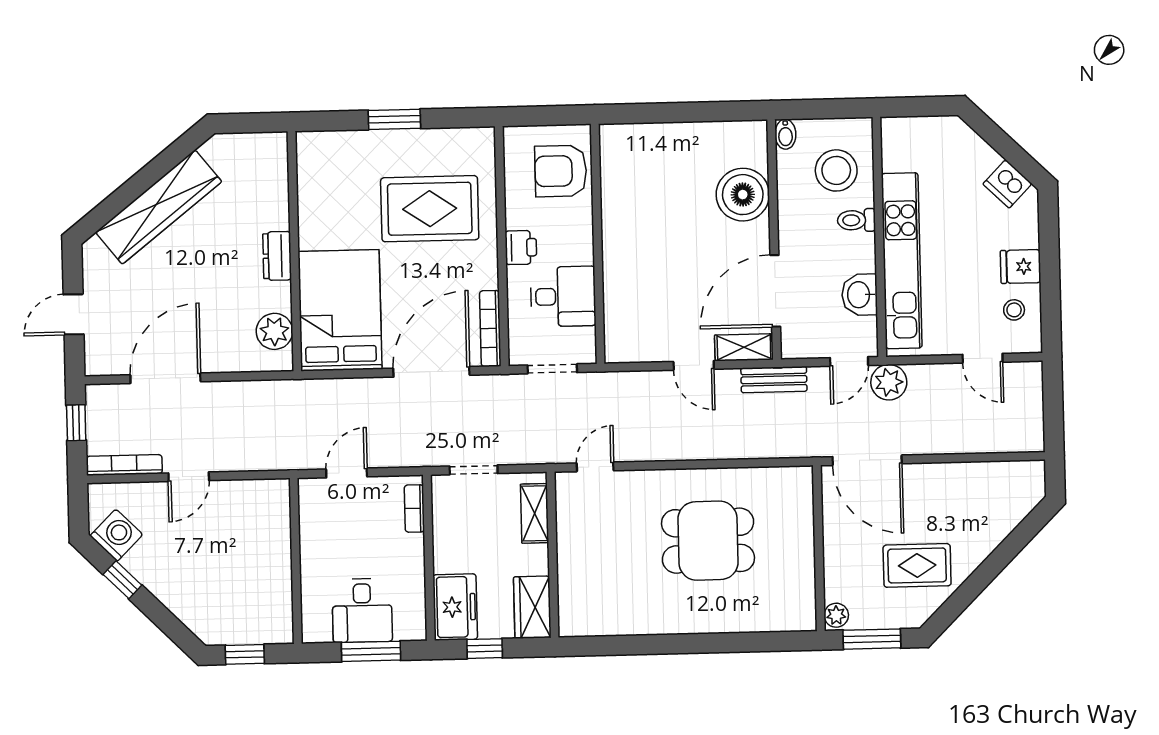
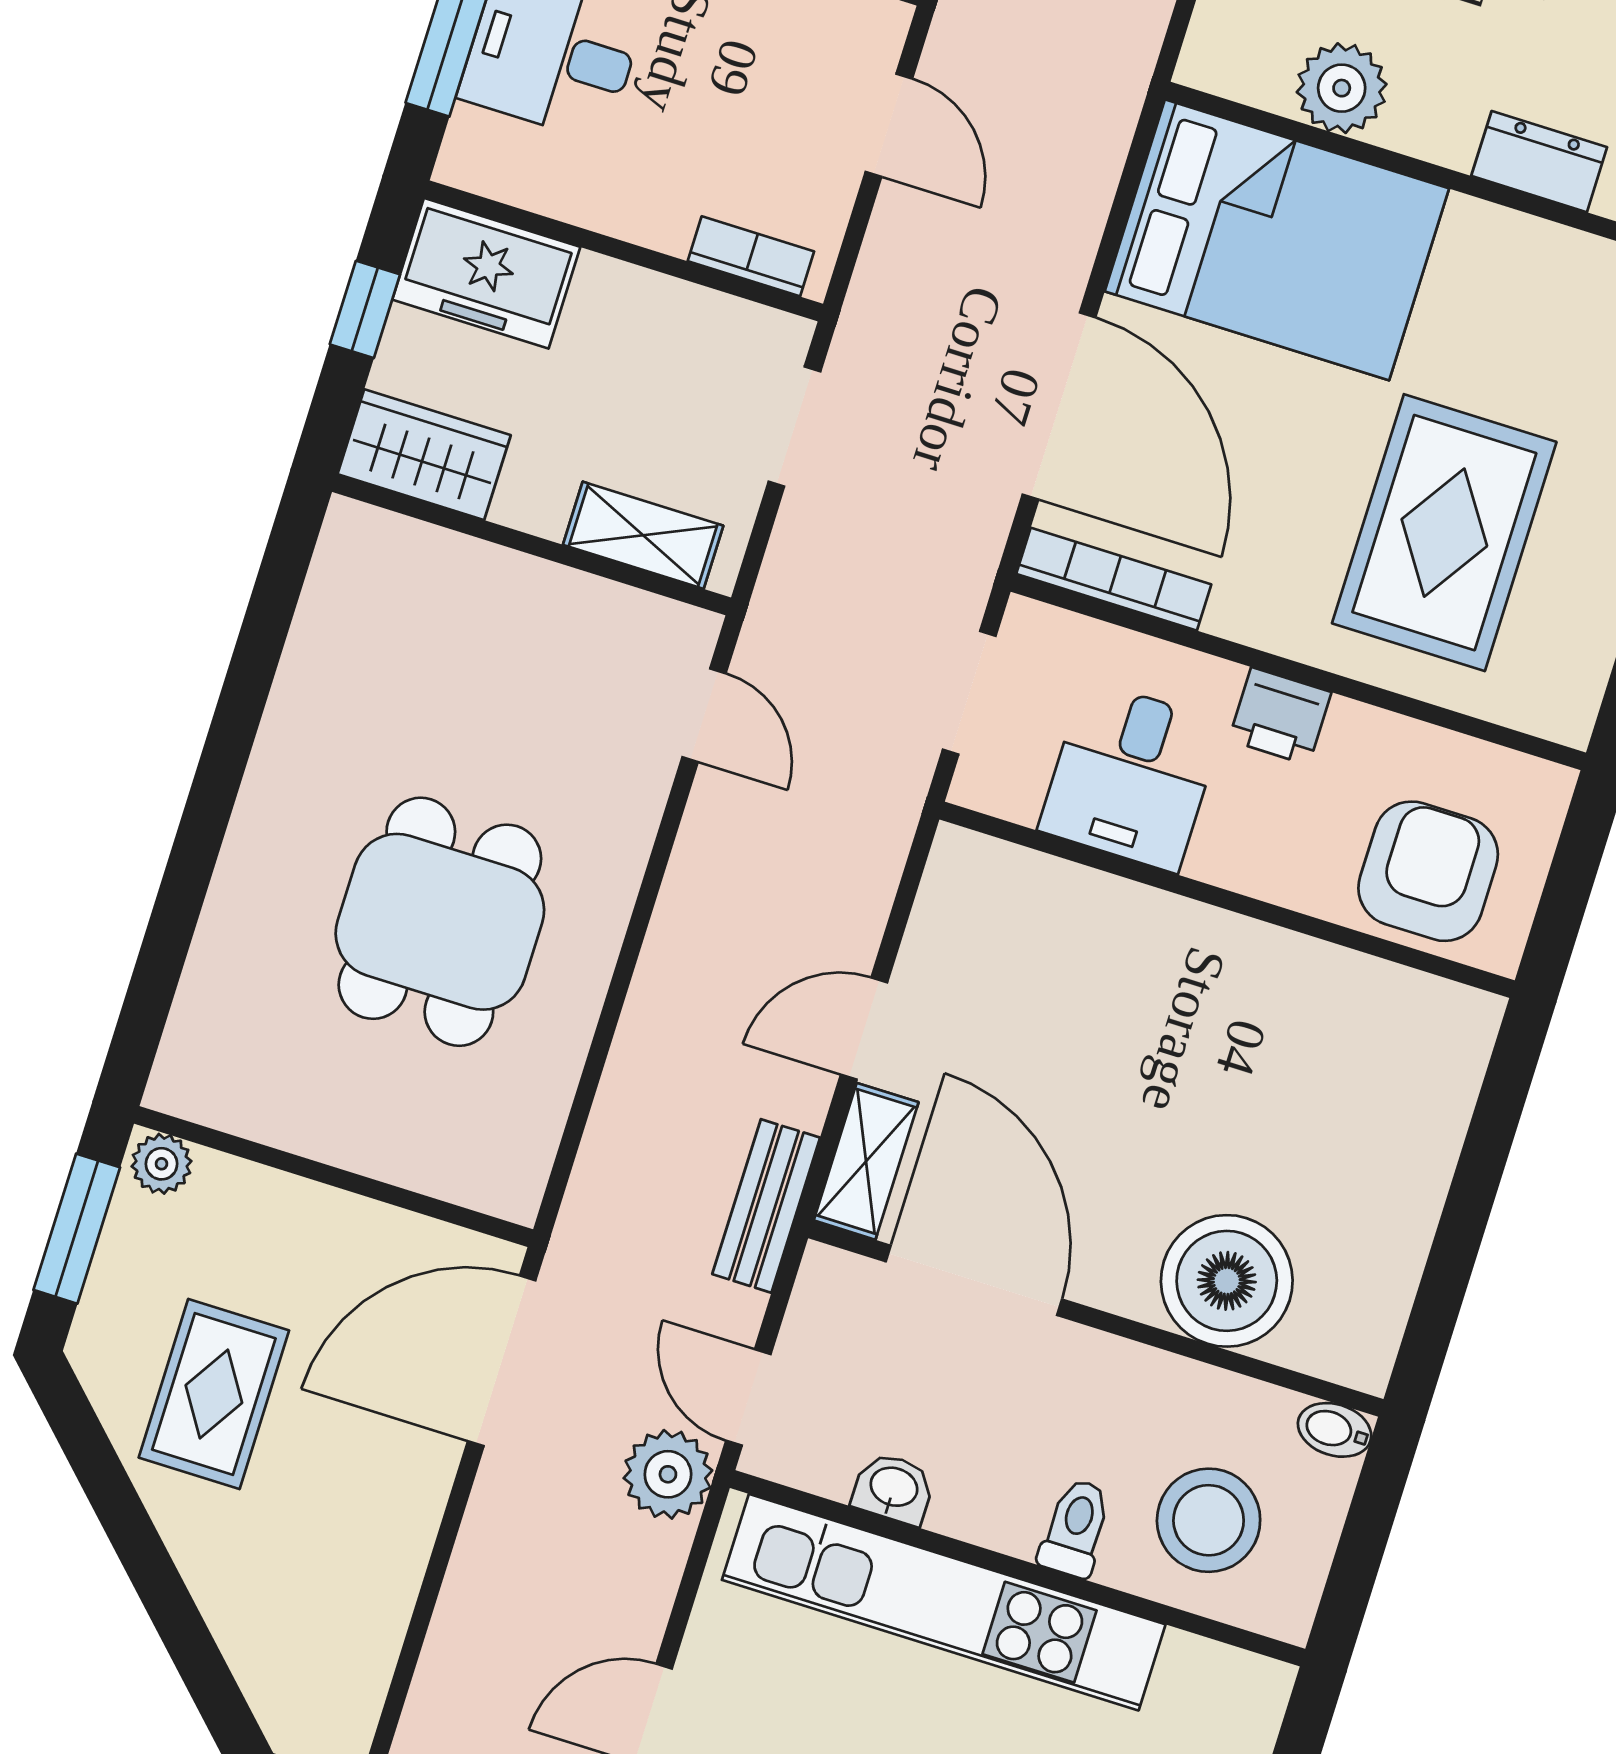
dresser: (277, 256) -> (1539, 162), moved
washbasin: (860, 295) -> (893, 1488), width x0.72, depth x0.69
plant: (274, 331) -> (1342, 88), moved

